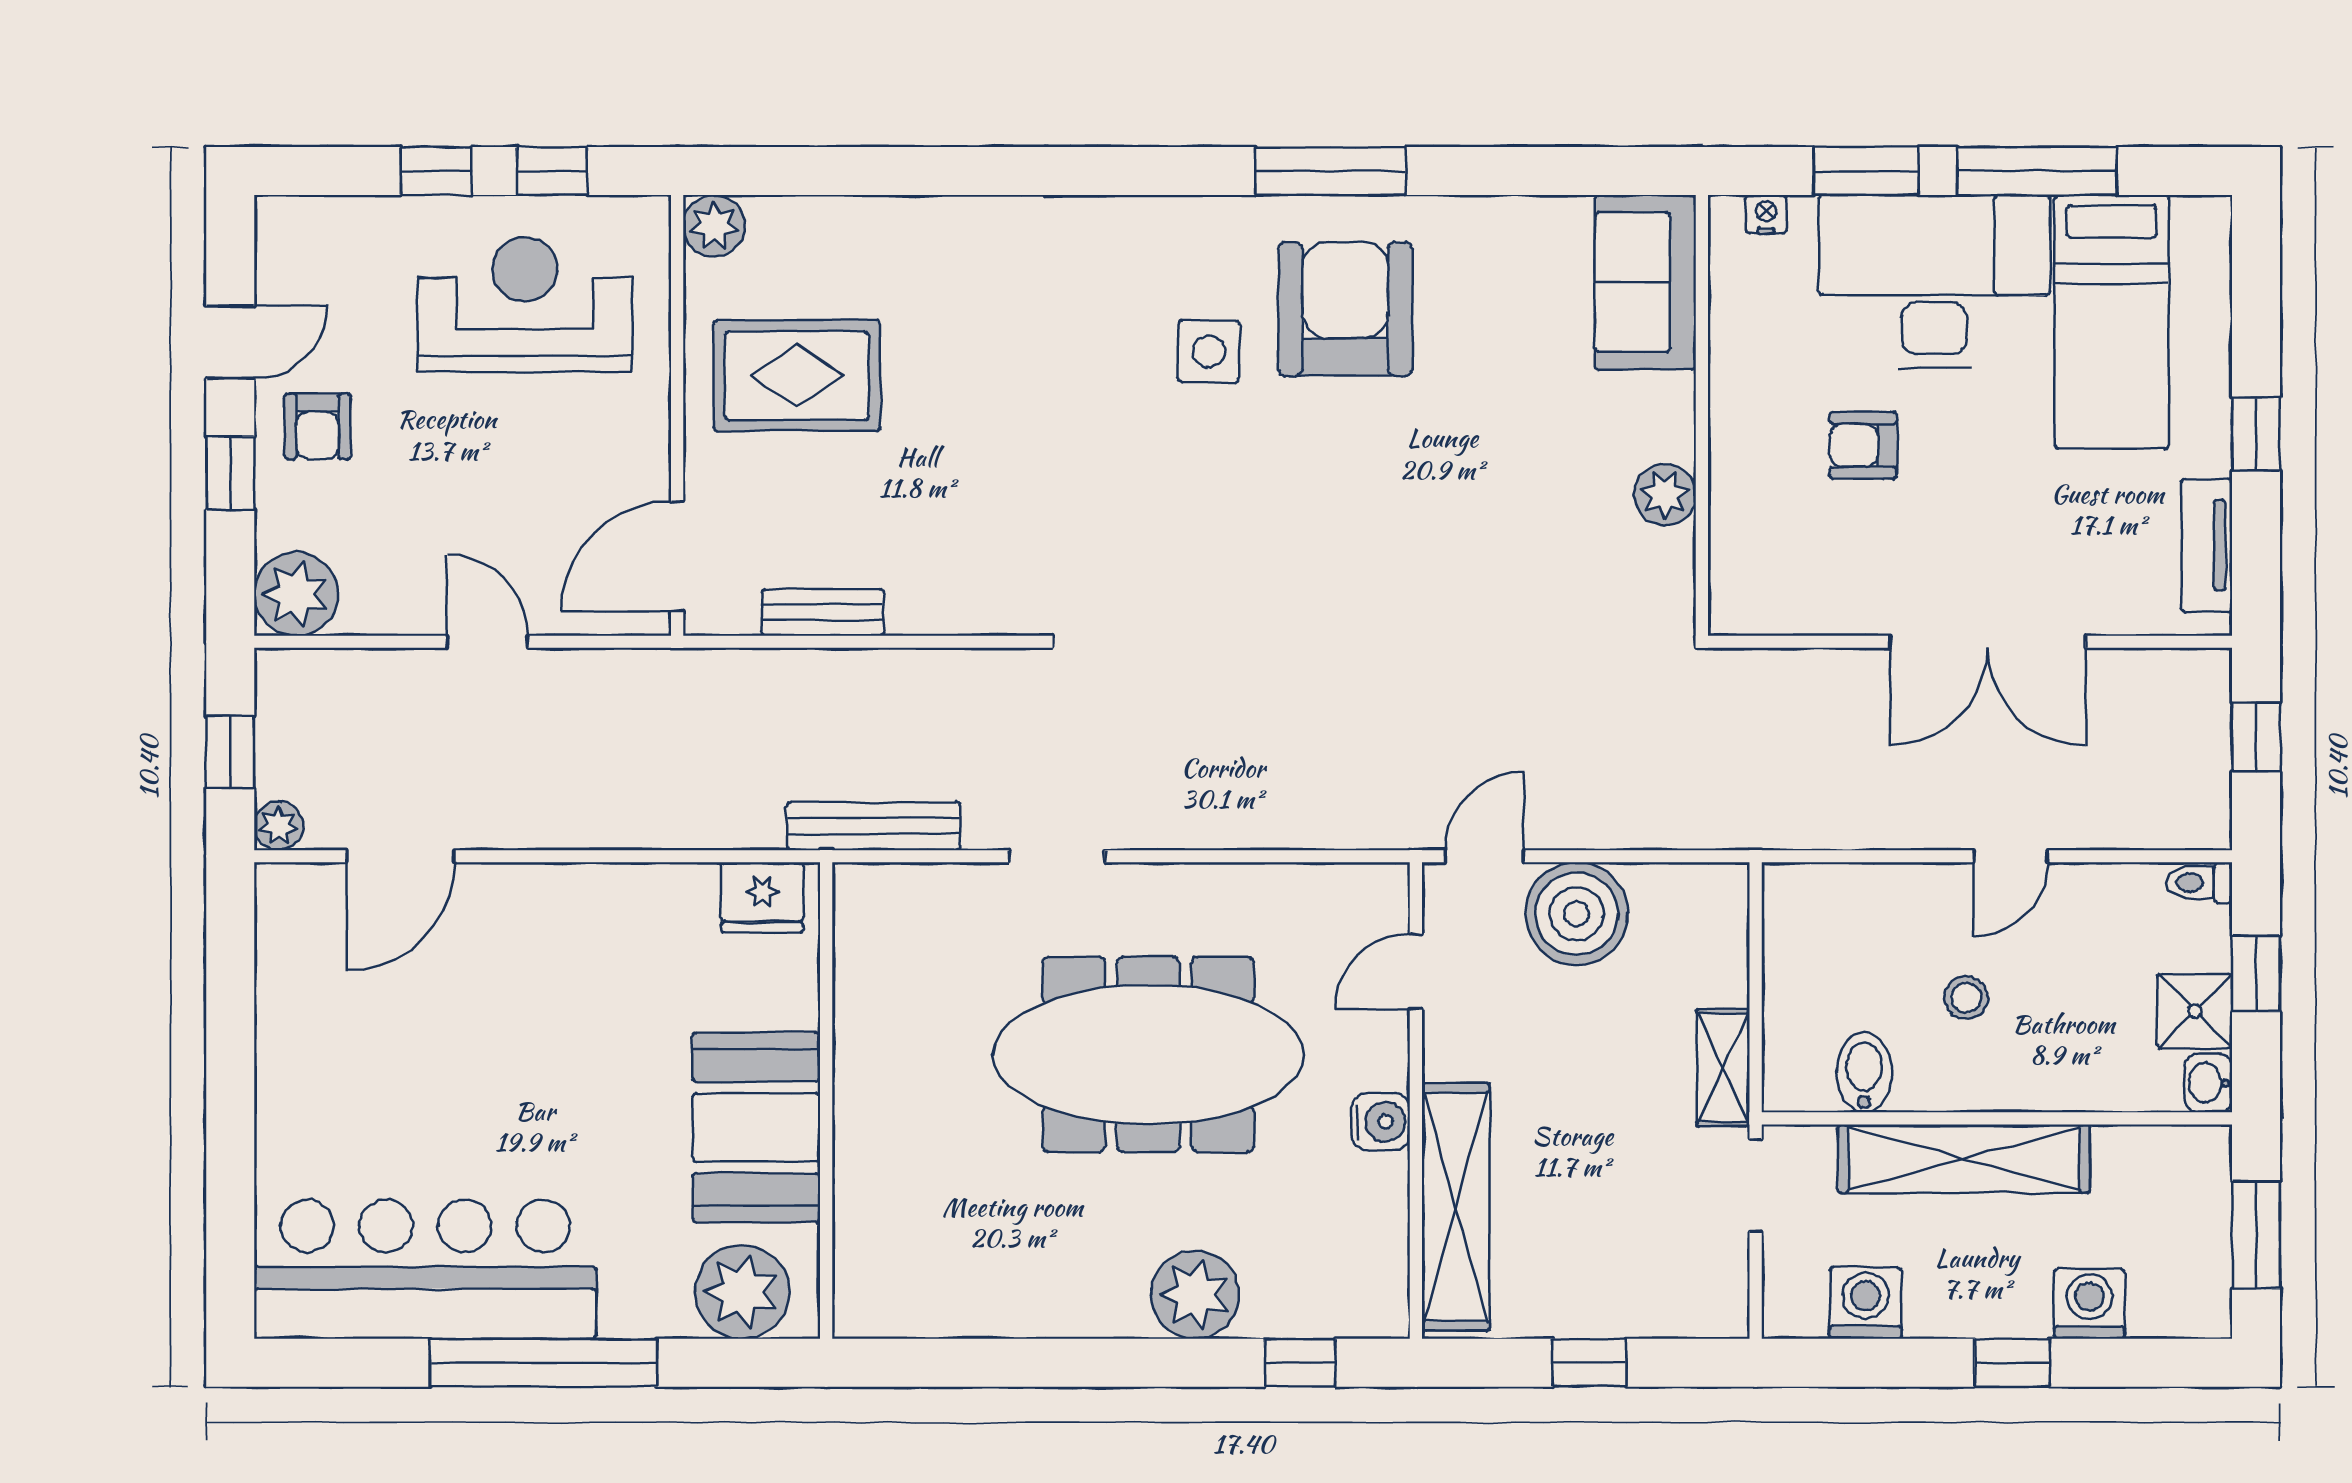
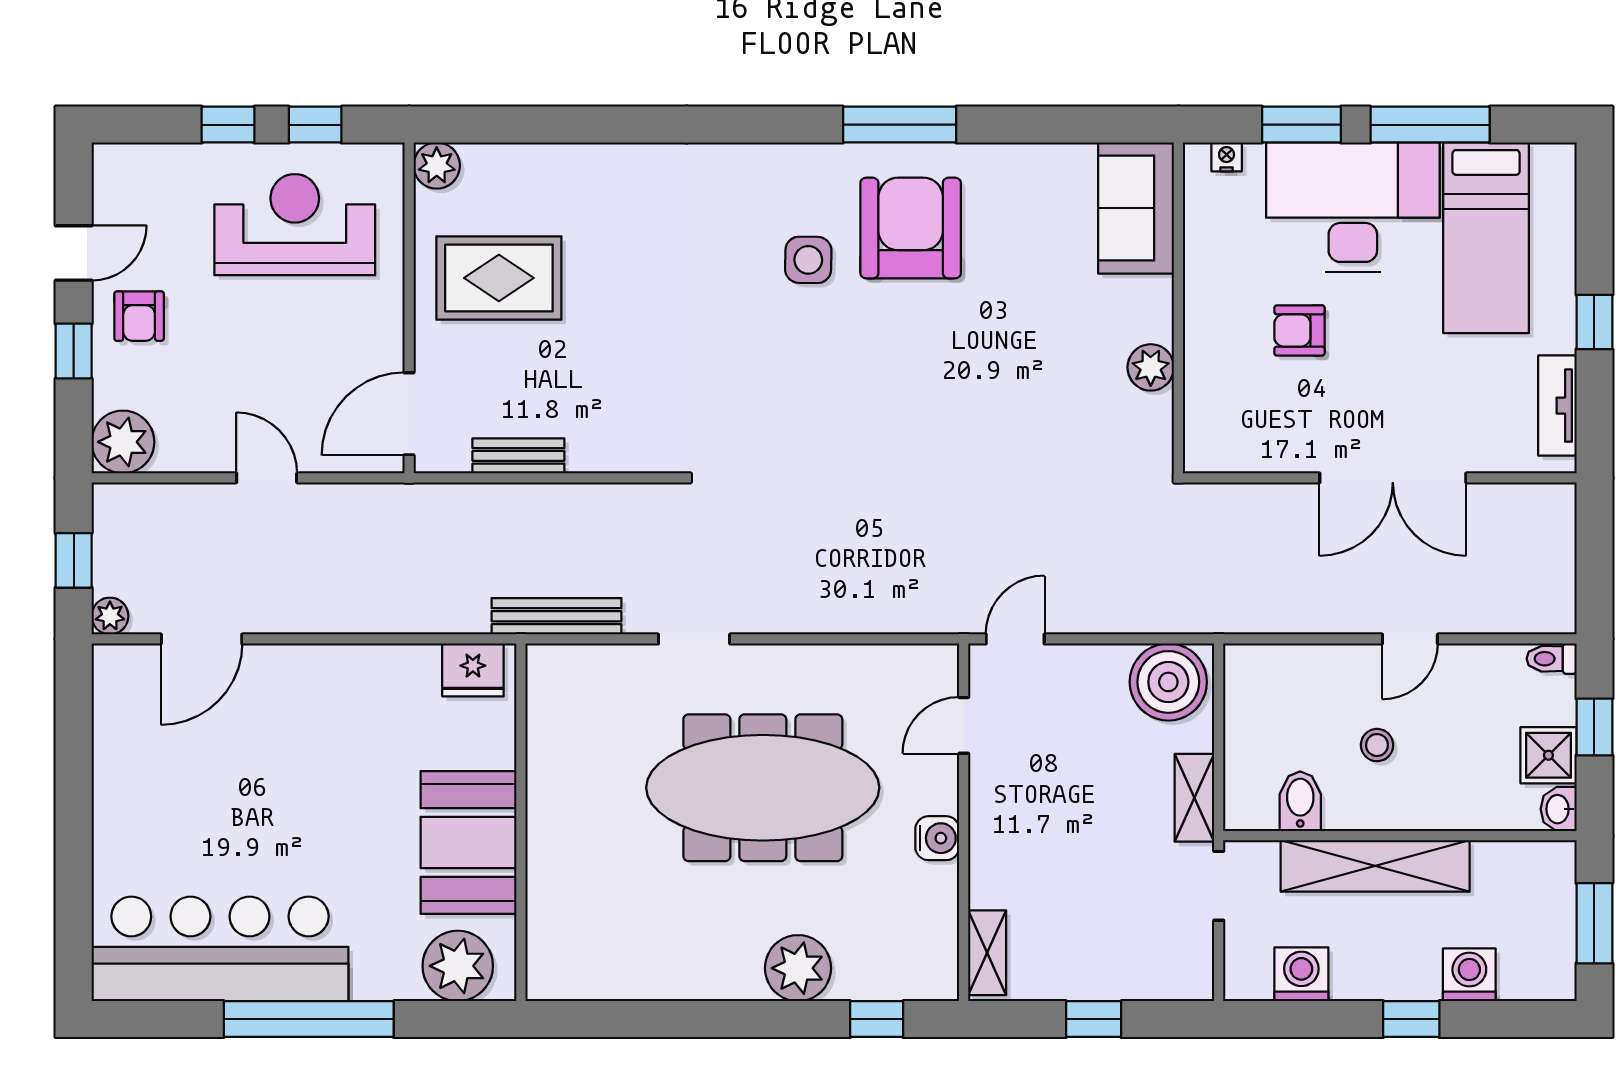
window: (2256, 737) -> (1594, 549), removed
boiler: (1577, 914) -> (1168, 682), moved
shelving: (1456, 1207) -> (987, 953), width x0.45, depth x0.75

